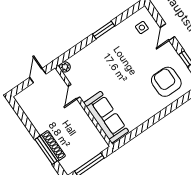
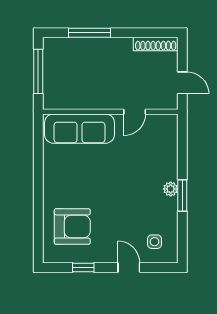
plant: (65, 67) -> (171, 189), moved
door: (74, 92) -> (135, 112), swing flipped
shoe rack: (53, 146) -> (156, 44), moved

